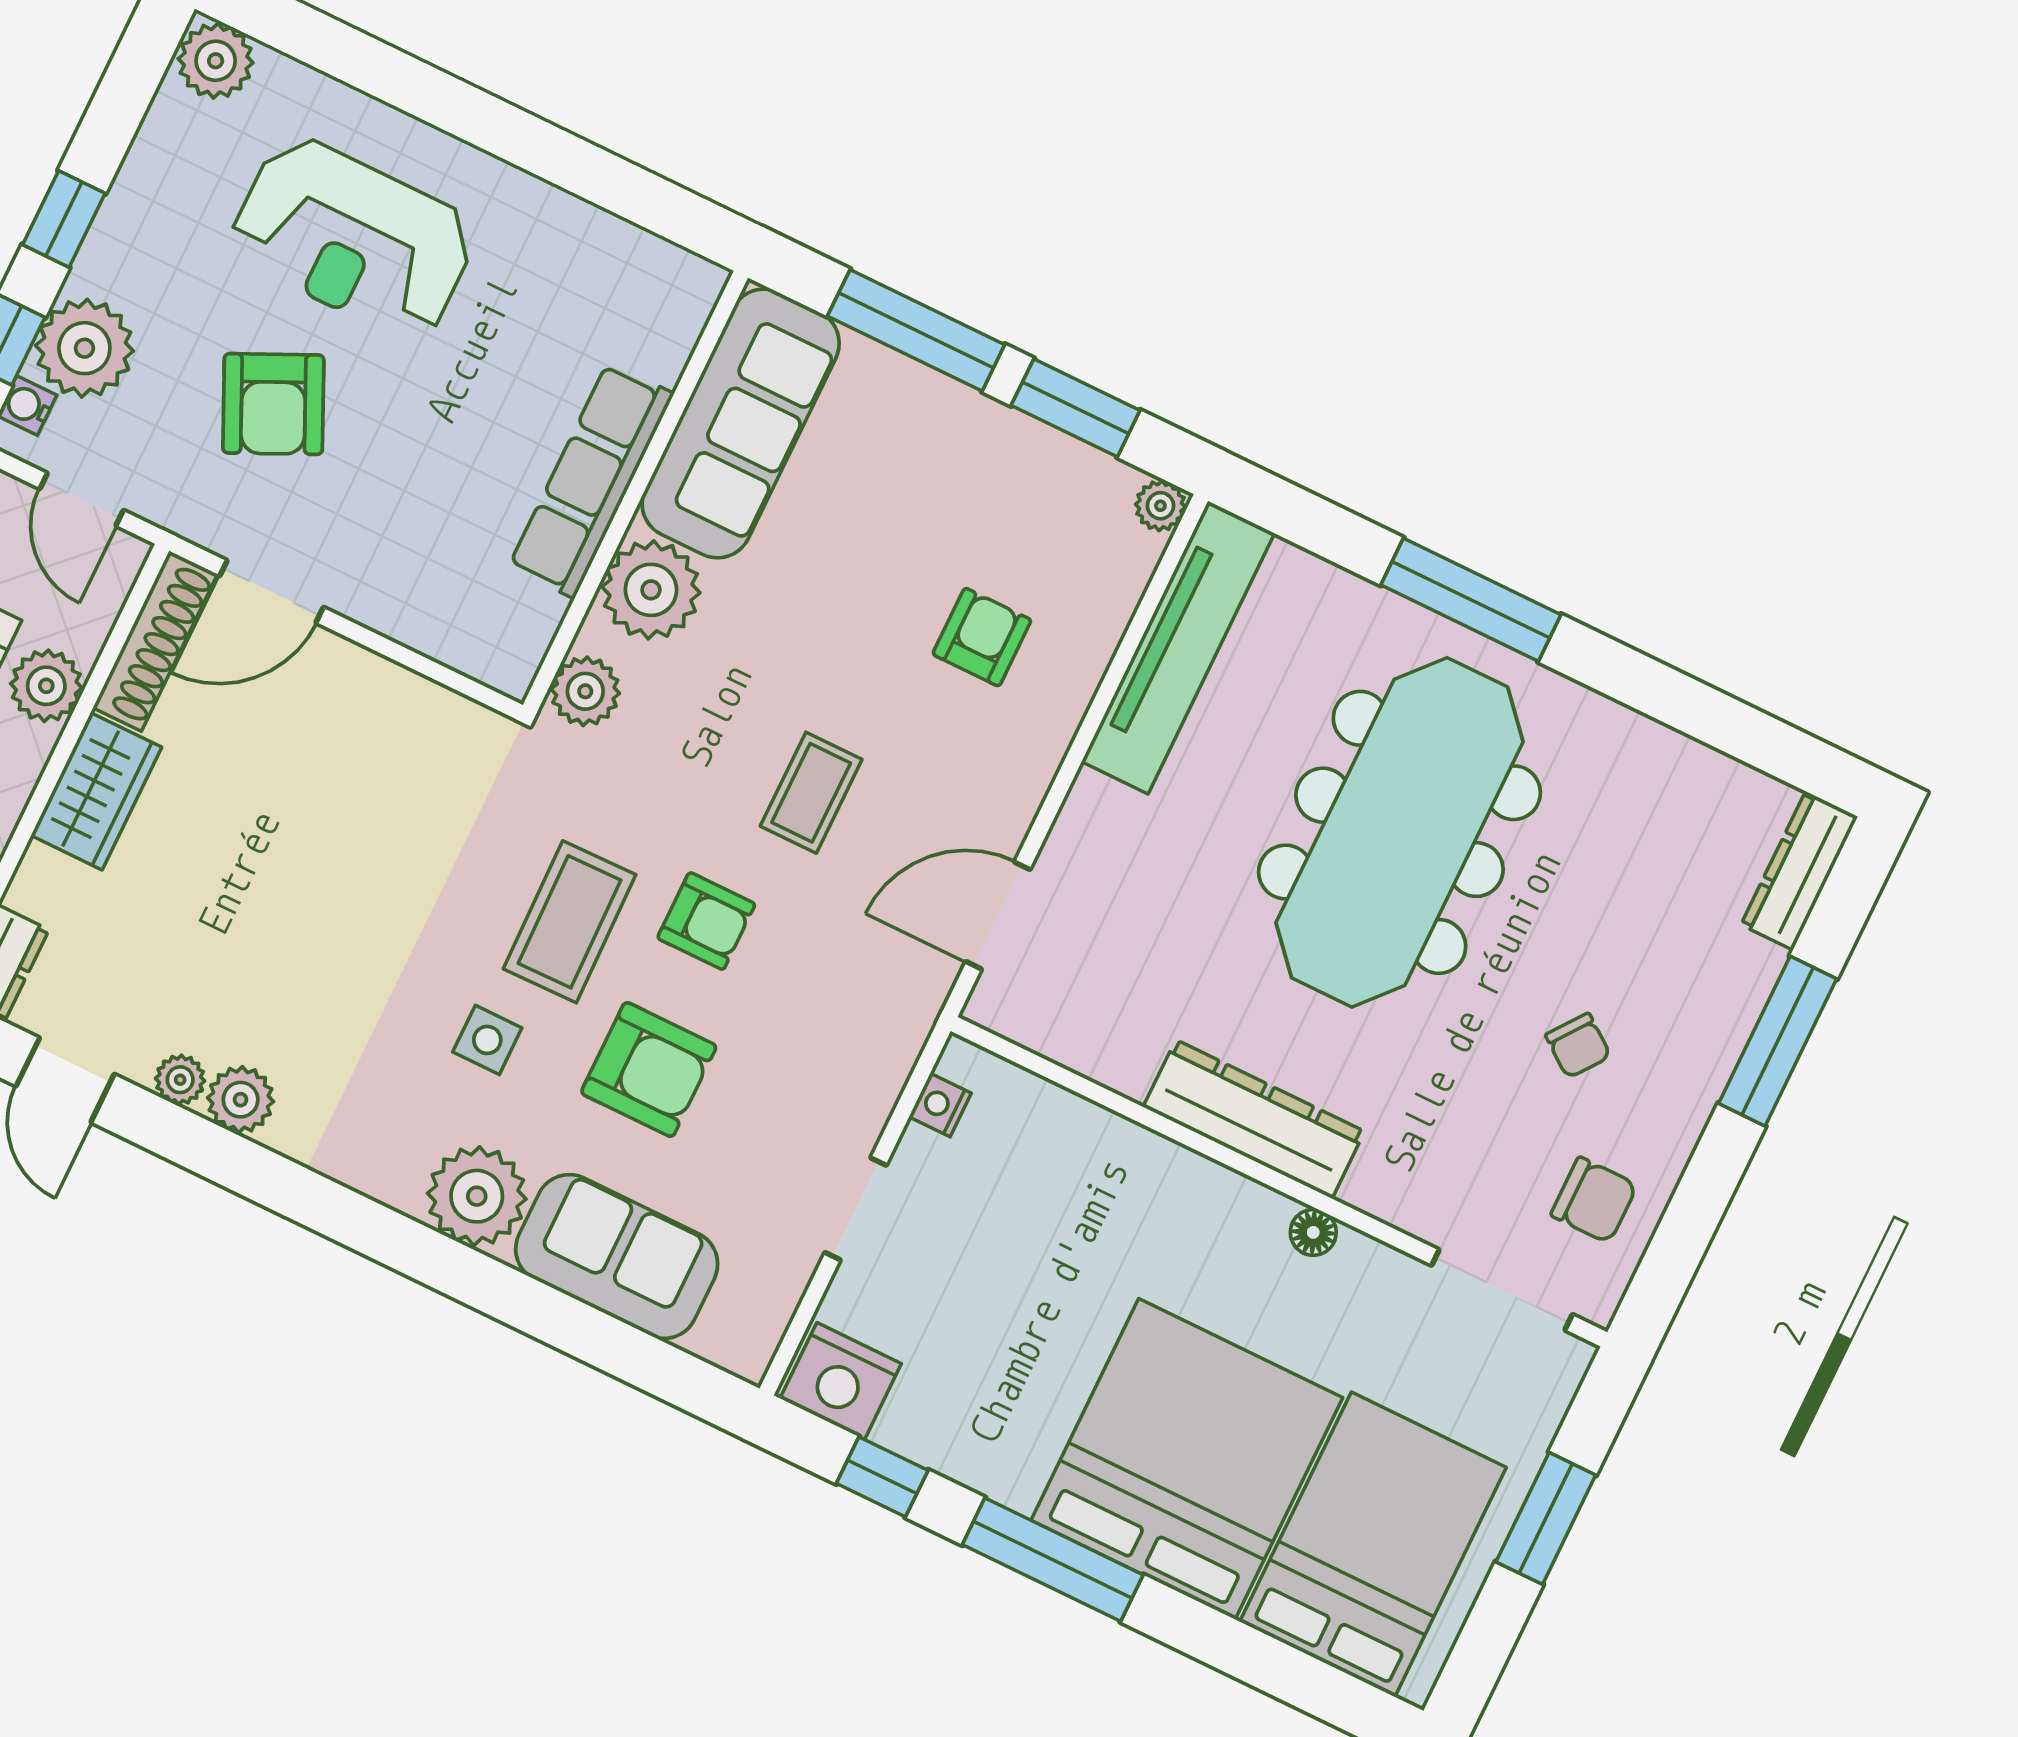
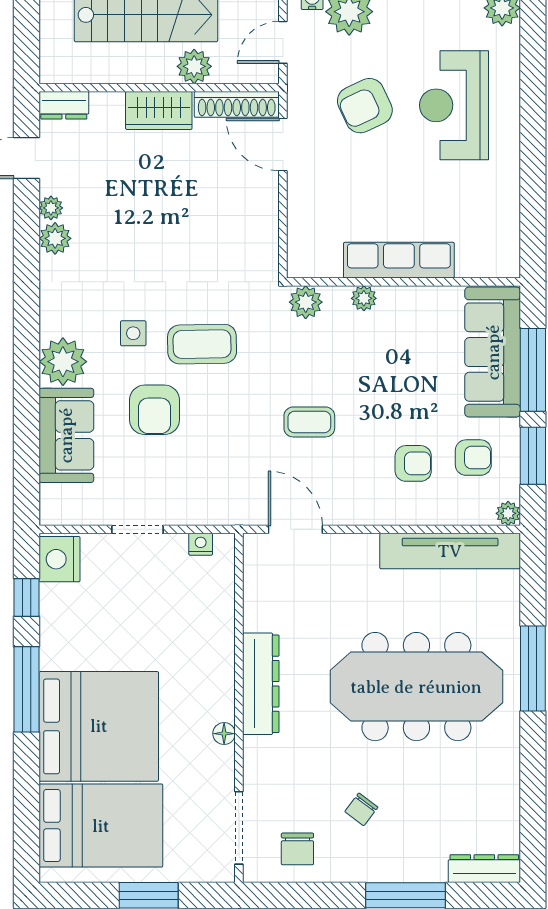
sofa: (741, 423) -> (493, 352), moved, turned 90
plant: (651, 590) -> (364, 298), width x0.53, depth x0.53
armchair: (706, 921) -> (473, 458), moved, turned -90

